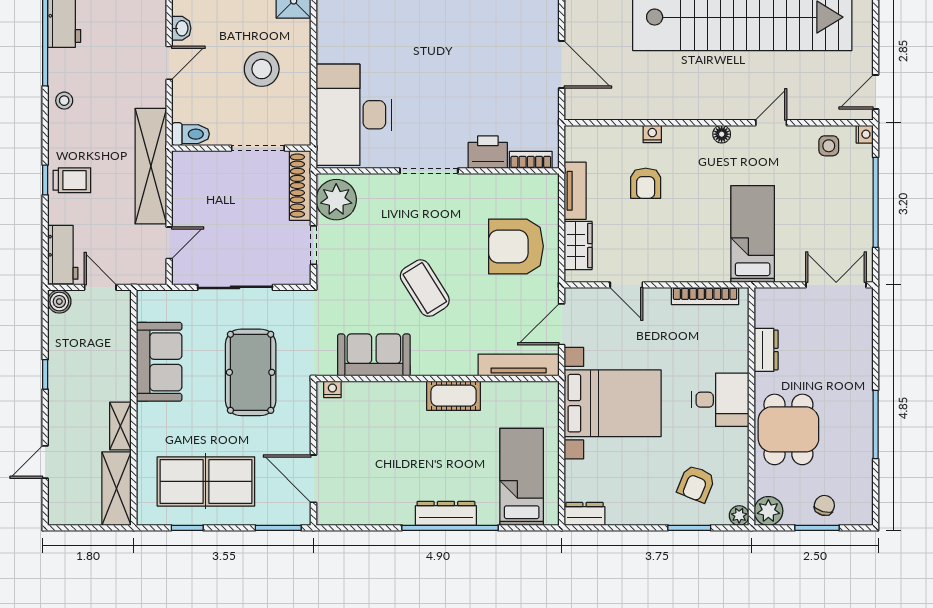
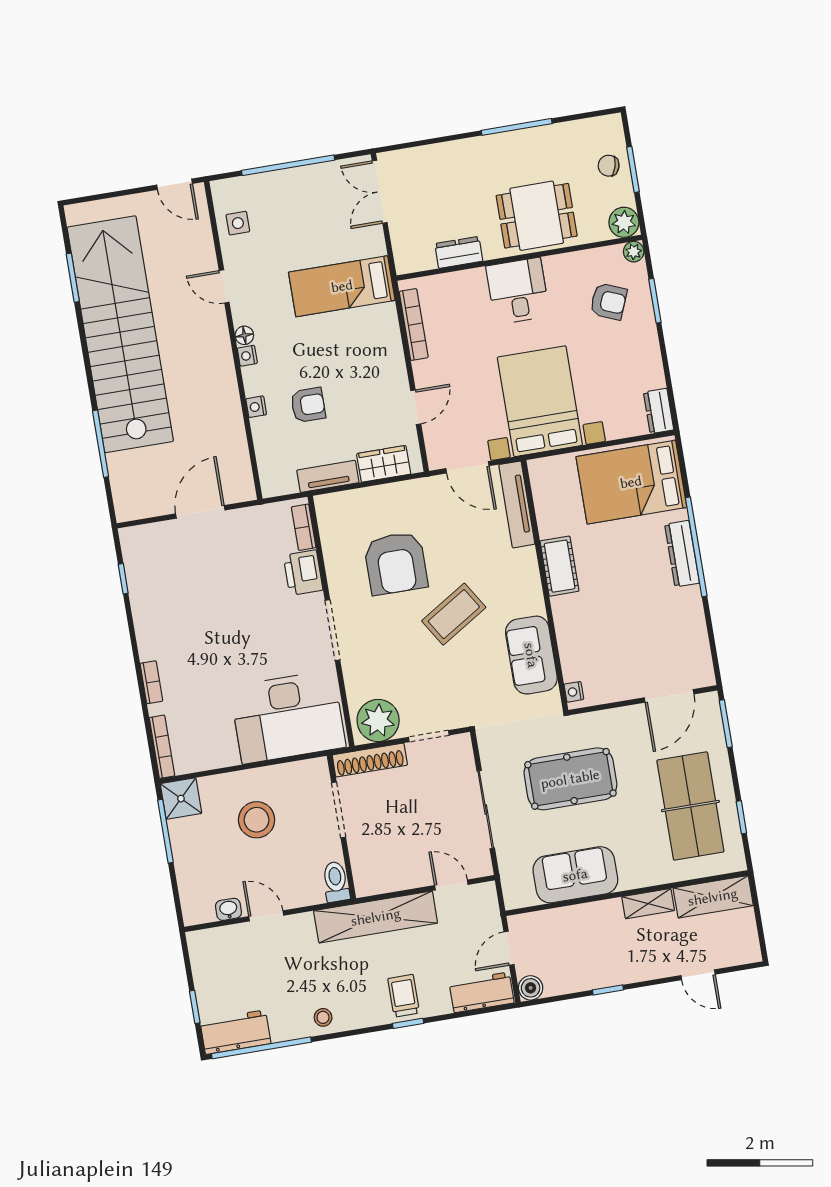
nightstand: (865, 134) -> (247, 356), moved, turned -90
armchair: (516, 246) -> (396, 563), moved
bed: (522, 477) -> (631, 482), width x1.50

